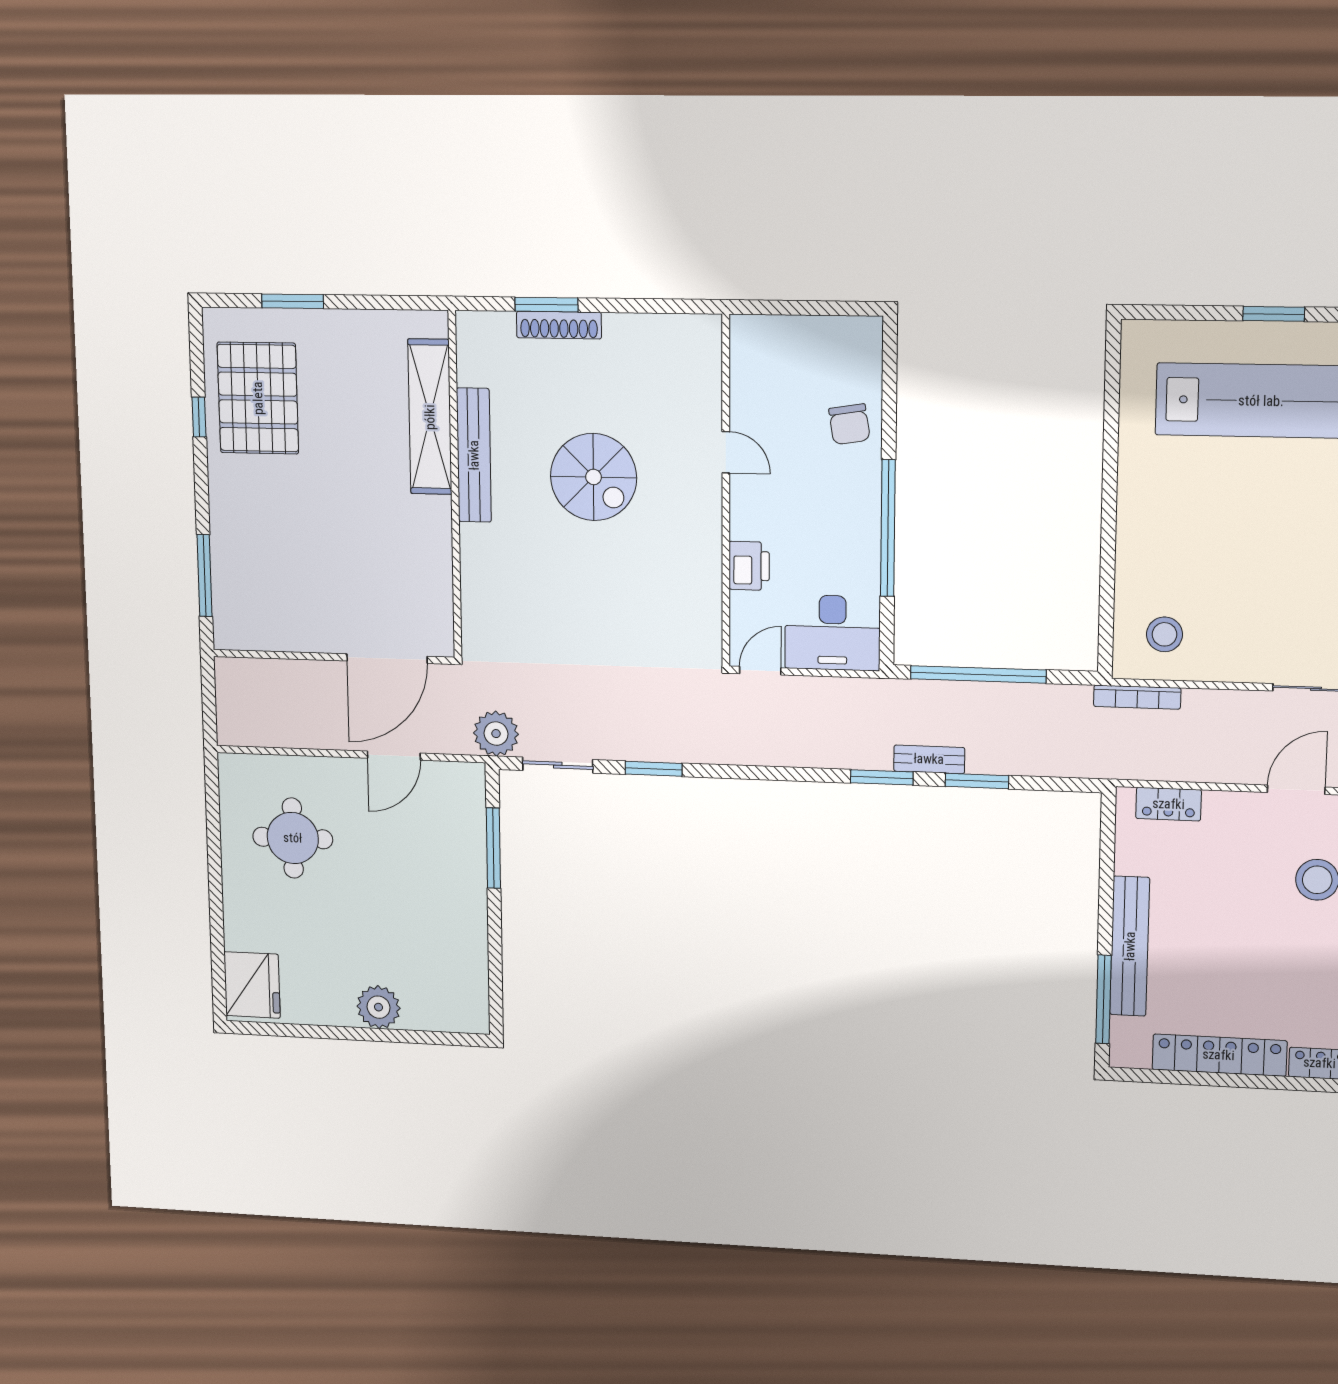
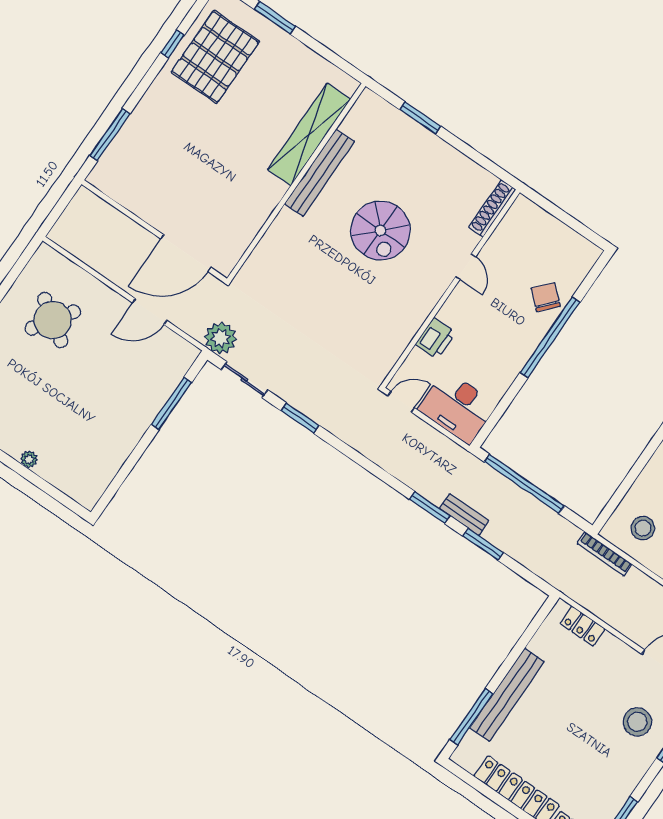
shoe rack: (559, 325) -> (492, 208), moved, turned 90
chair: (849, 424) -> (546, 297), turned 141
window: (888, 528) -> (550, 337), moved
round table: (293, 838) -> (53, 320), turned 34
plant: (378, 1007) -> (29, 459), width x0.53, depth x0.53

